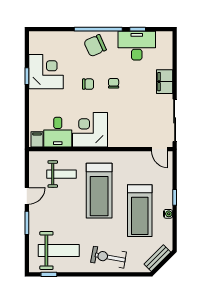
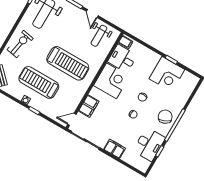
filing cabinet: (134, 139) -> (89, 106), added
weight bench: (62, 174) -> (99, 36), moved
treadmill: (99, 191) -> (68, 63), turned 180

